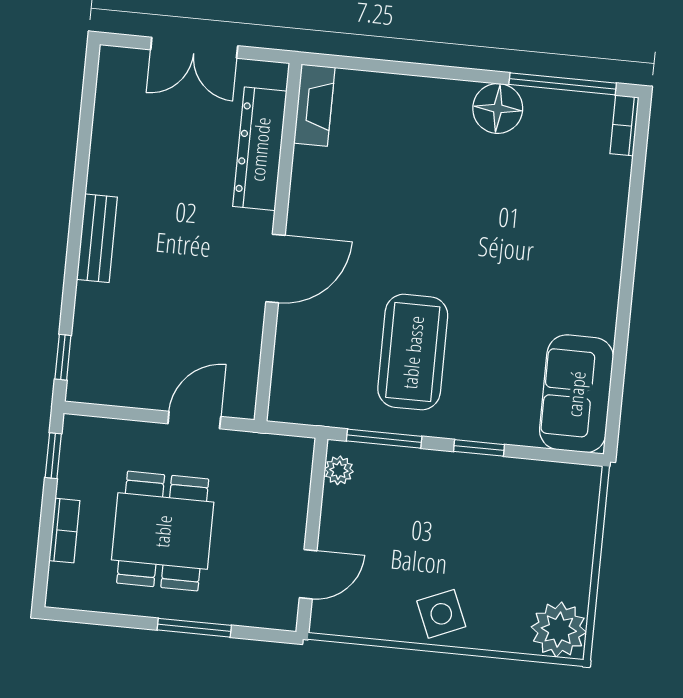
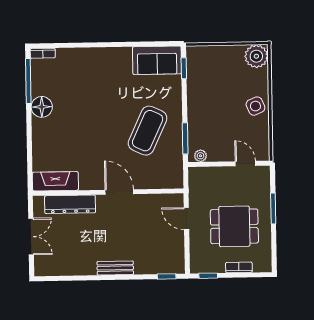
fireplace: (314, 105) -> (55, 181), width x1.37, depth x1.32
coffee table: (413, 352) -> (148, 131), turned -65
window: (479, 448) -> (184, 68), moved

